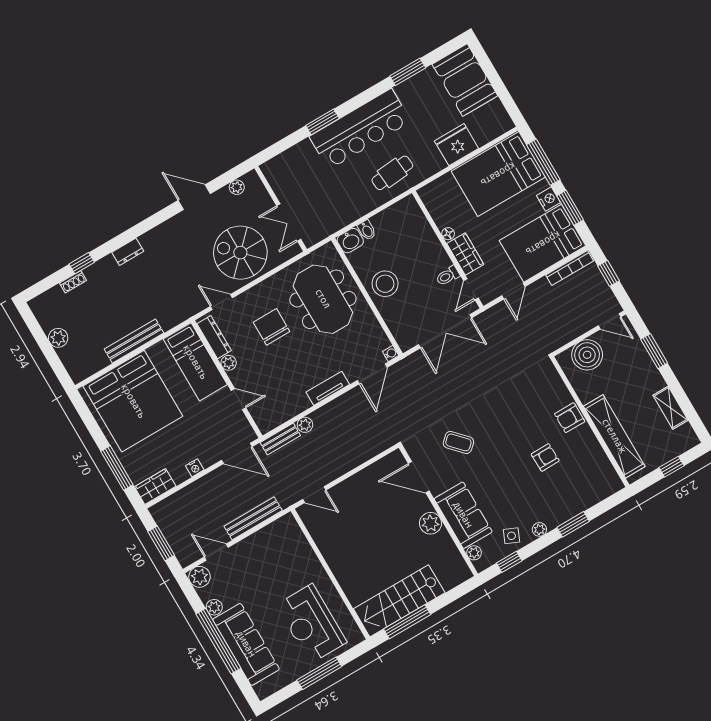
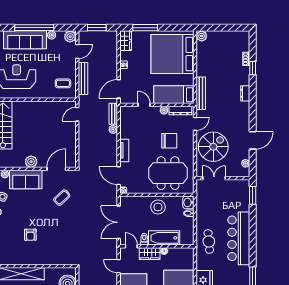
window: (322, 122) -> (253, 195), moved
bathtub: (428, 246) -> (164, 238), added
plant: (58, 338) -> (202, 36), moved
bench: (134, 341) -> (201, 93), moved
door: (239, 399) -> (144, 105), swing flipped
armchair: (570, 418) -> (42, 258), removed
coffee table: (279, 545) -> (63, 83), added

